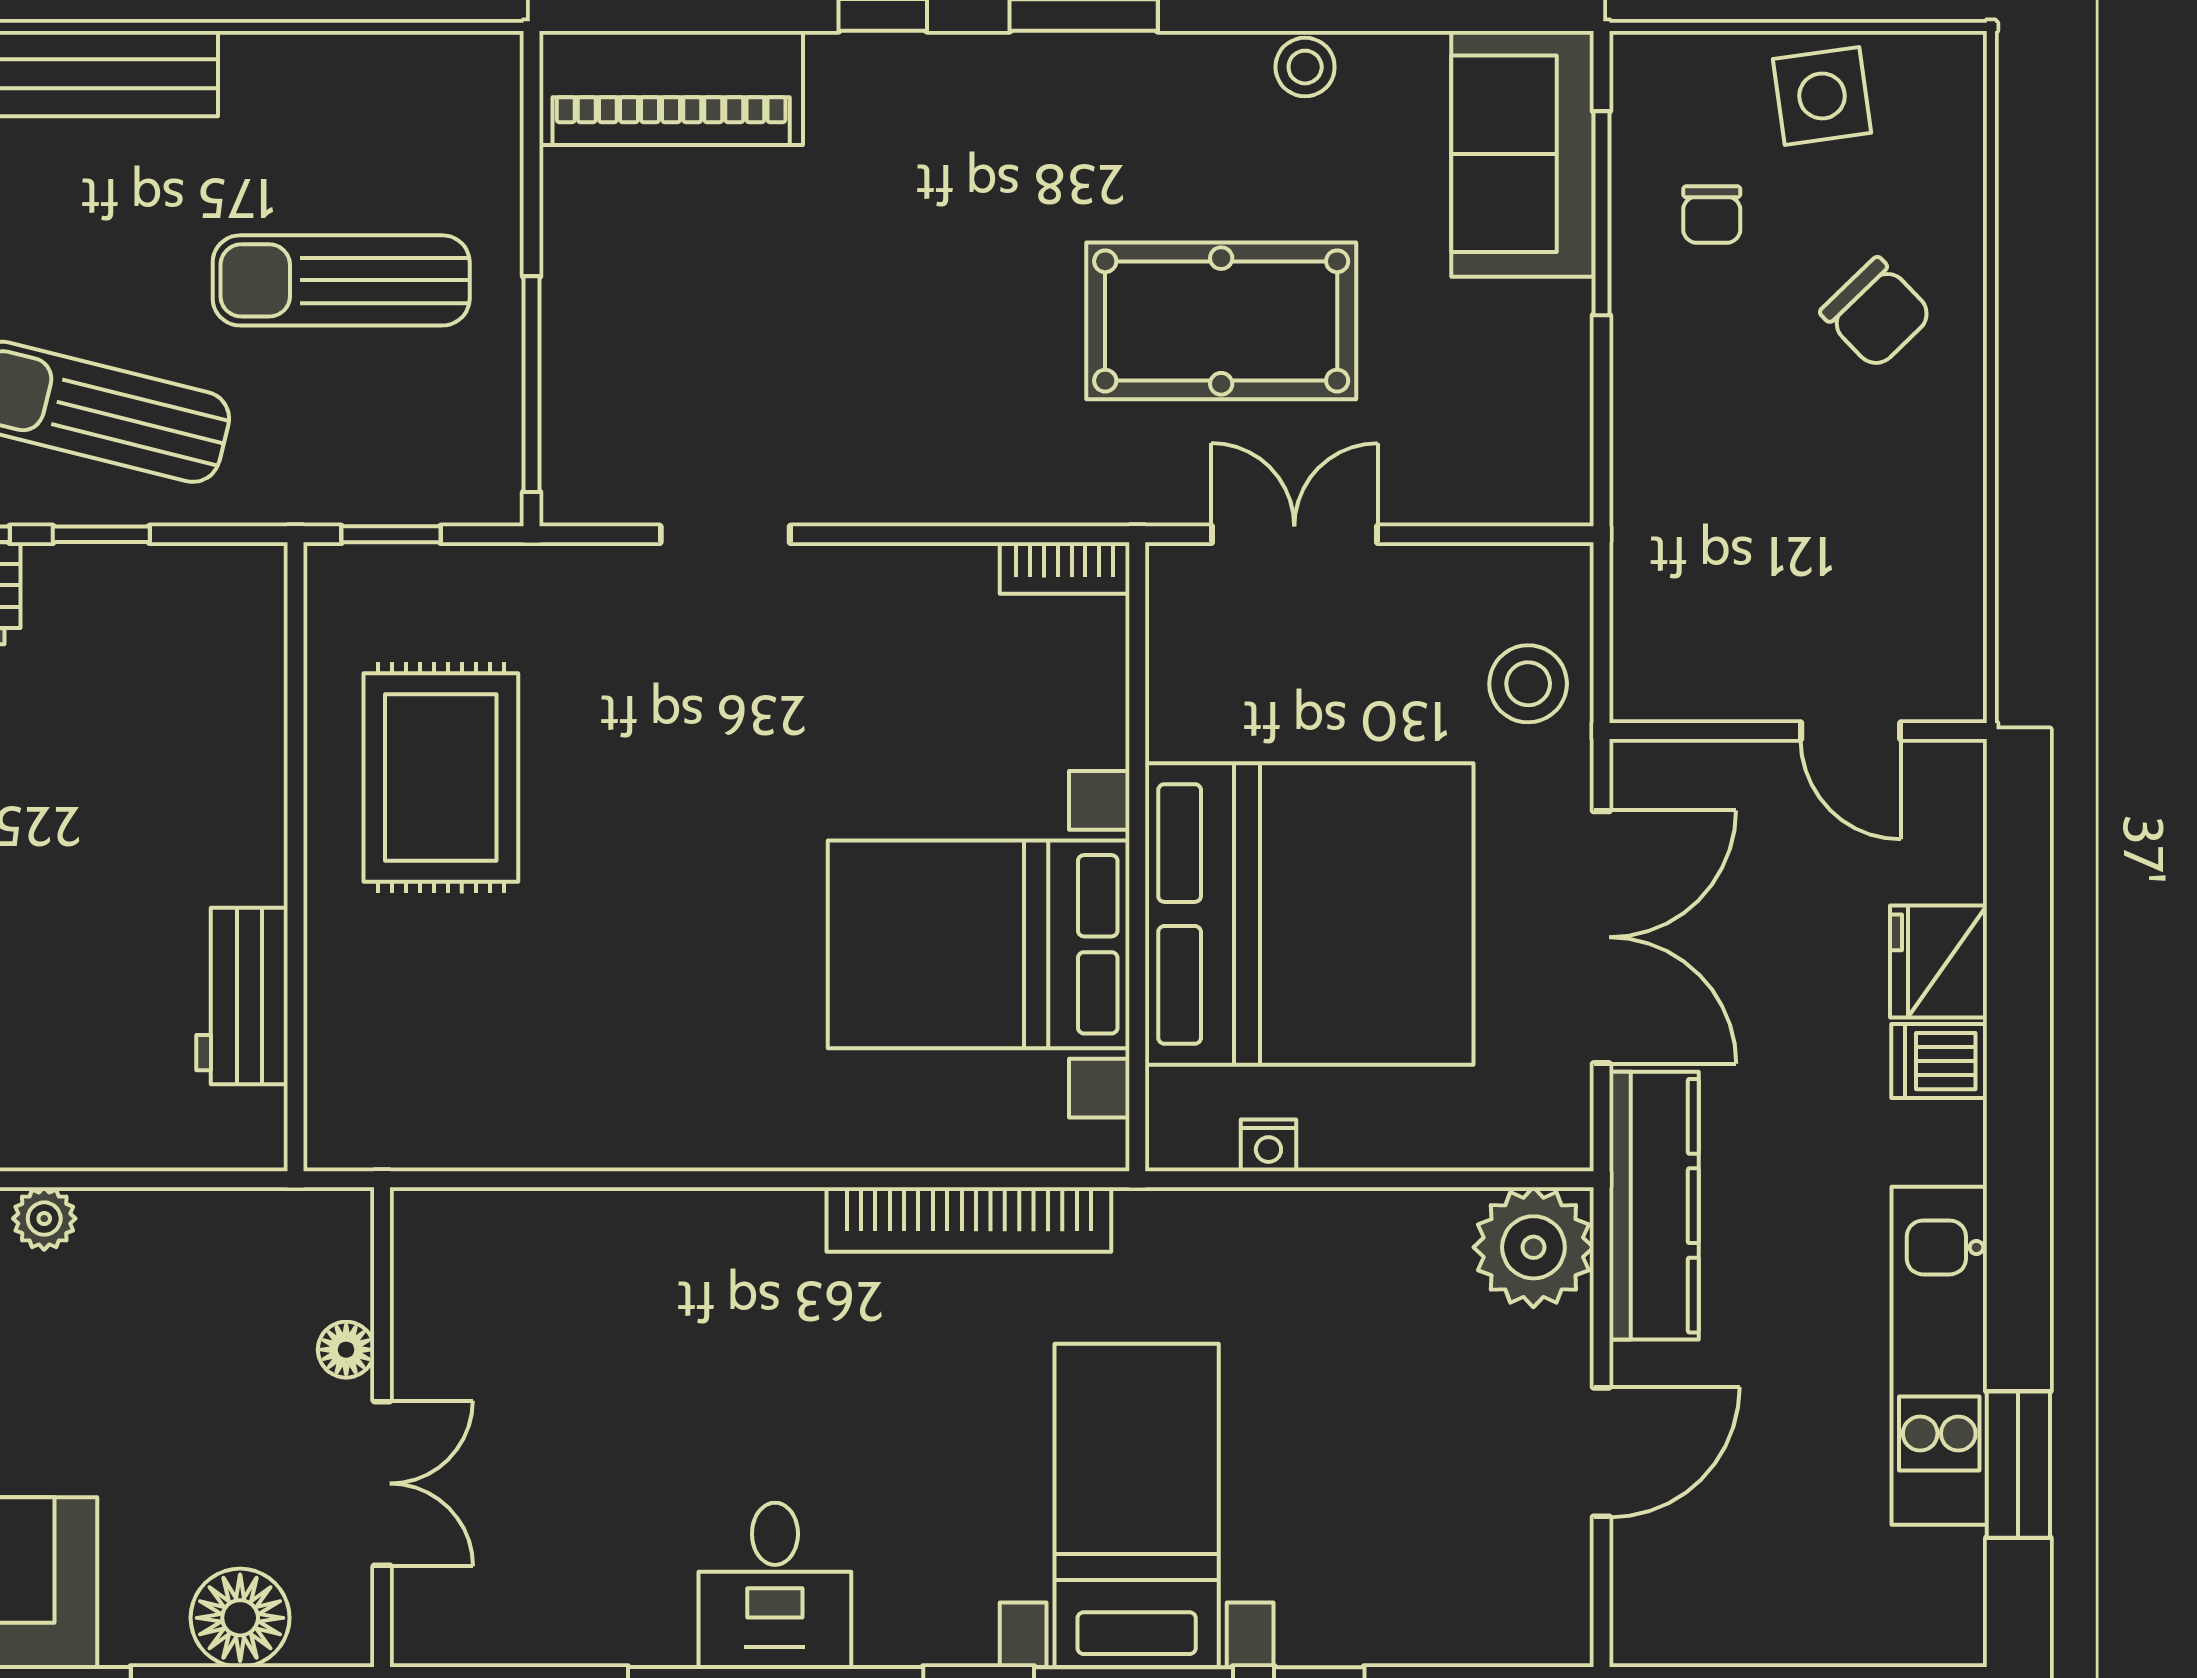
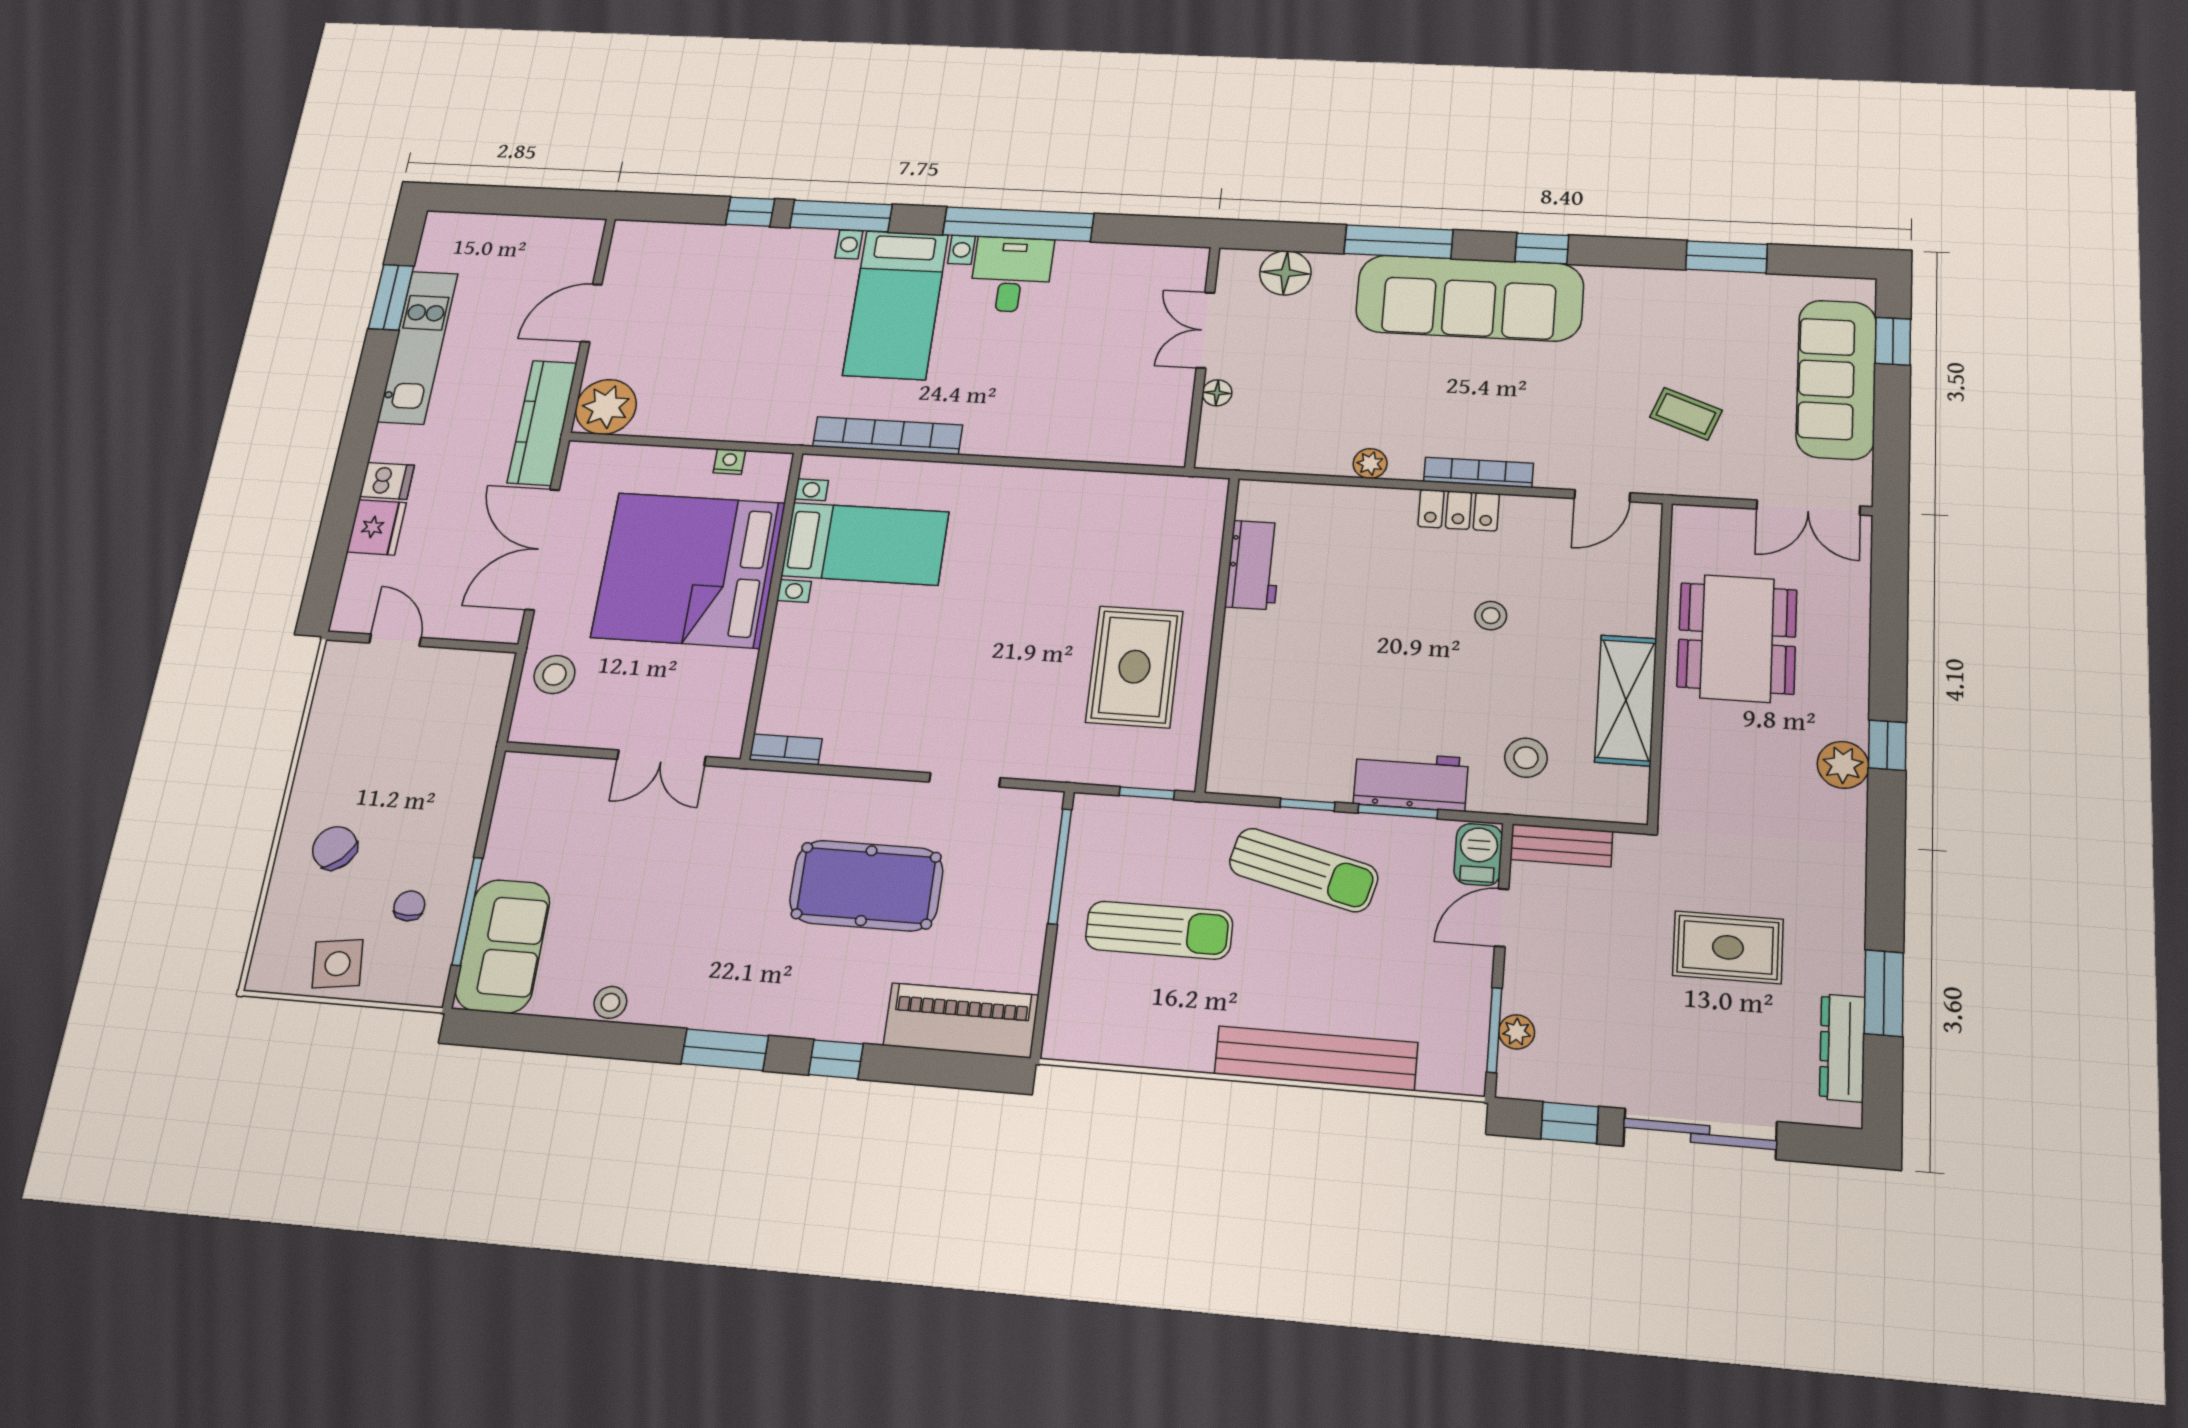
pool table: (1221, 321) -> (866, 886), moved
bed with nightstands: (979, 944) -> (865, 544), width x0.73
bed with nightstands: (1137, 1505) -> (896, 305), moved

